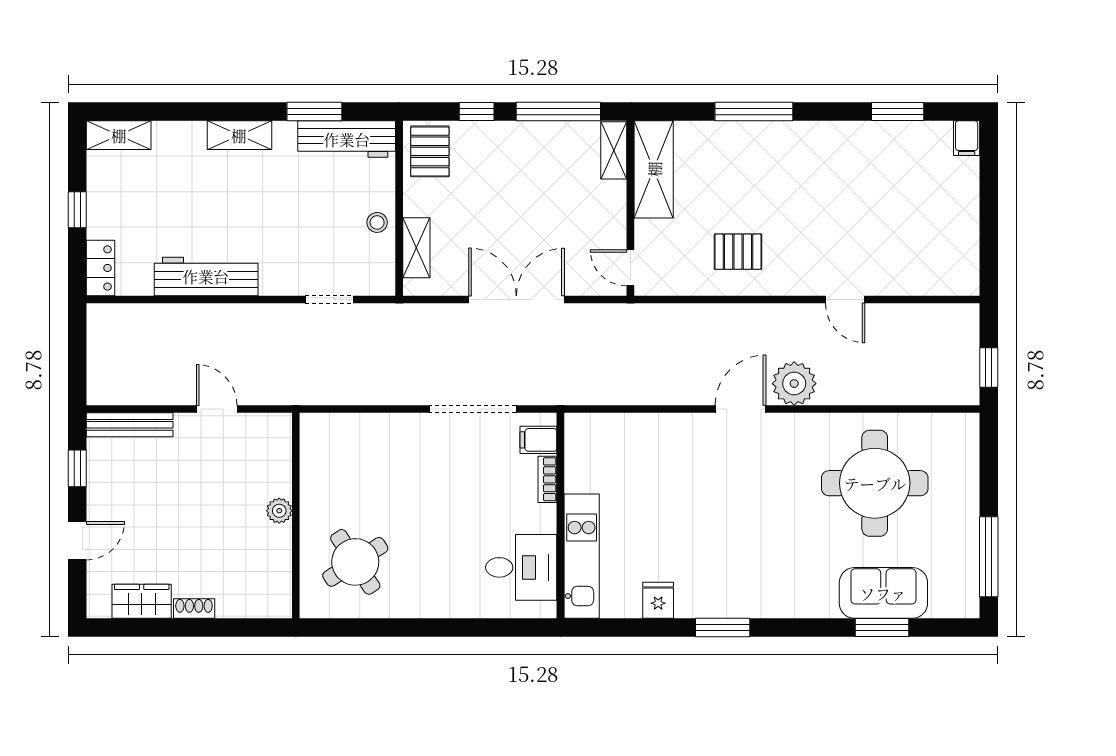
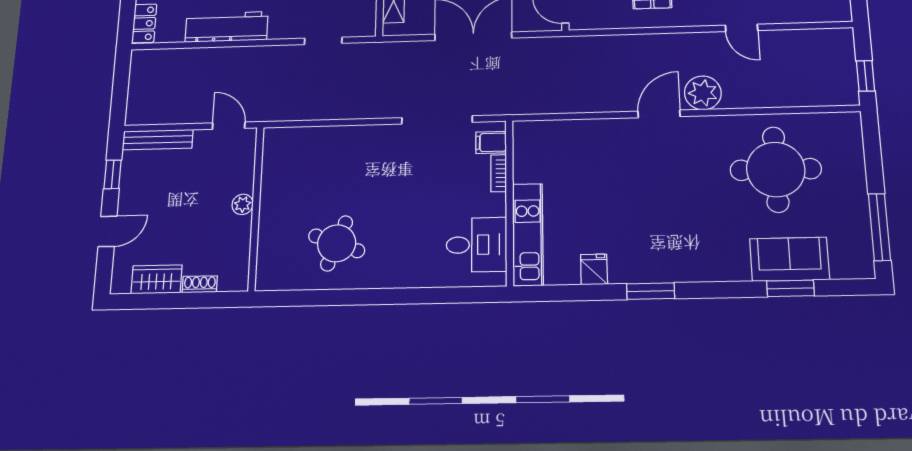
plant: (279, 511) -> (243, 204), moved
wall: (296, 516) -> (256, 208), moved
round table: (355, 562) -> (337, 243), turned -36

